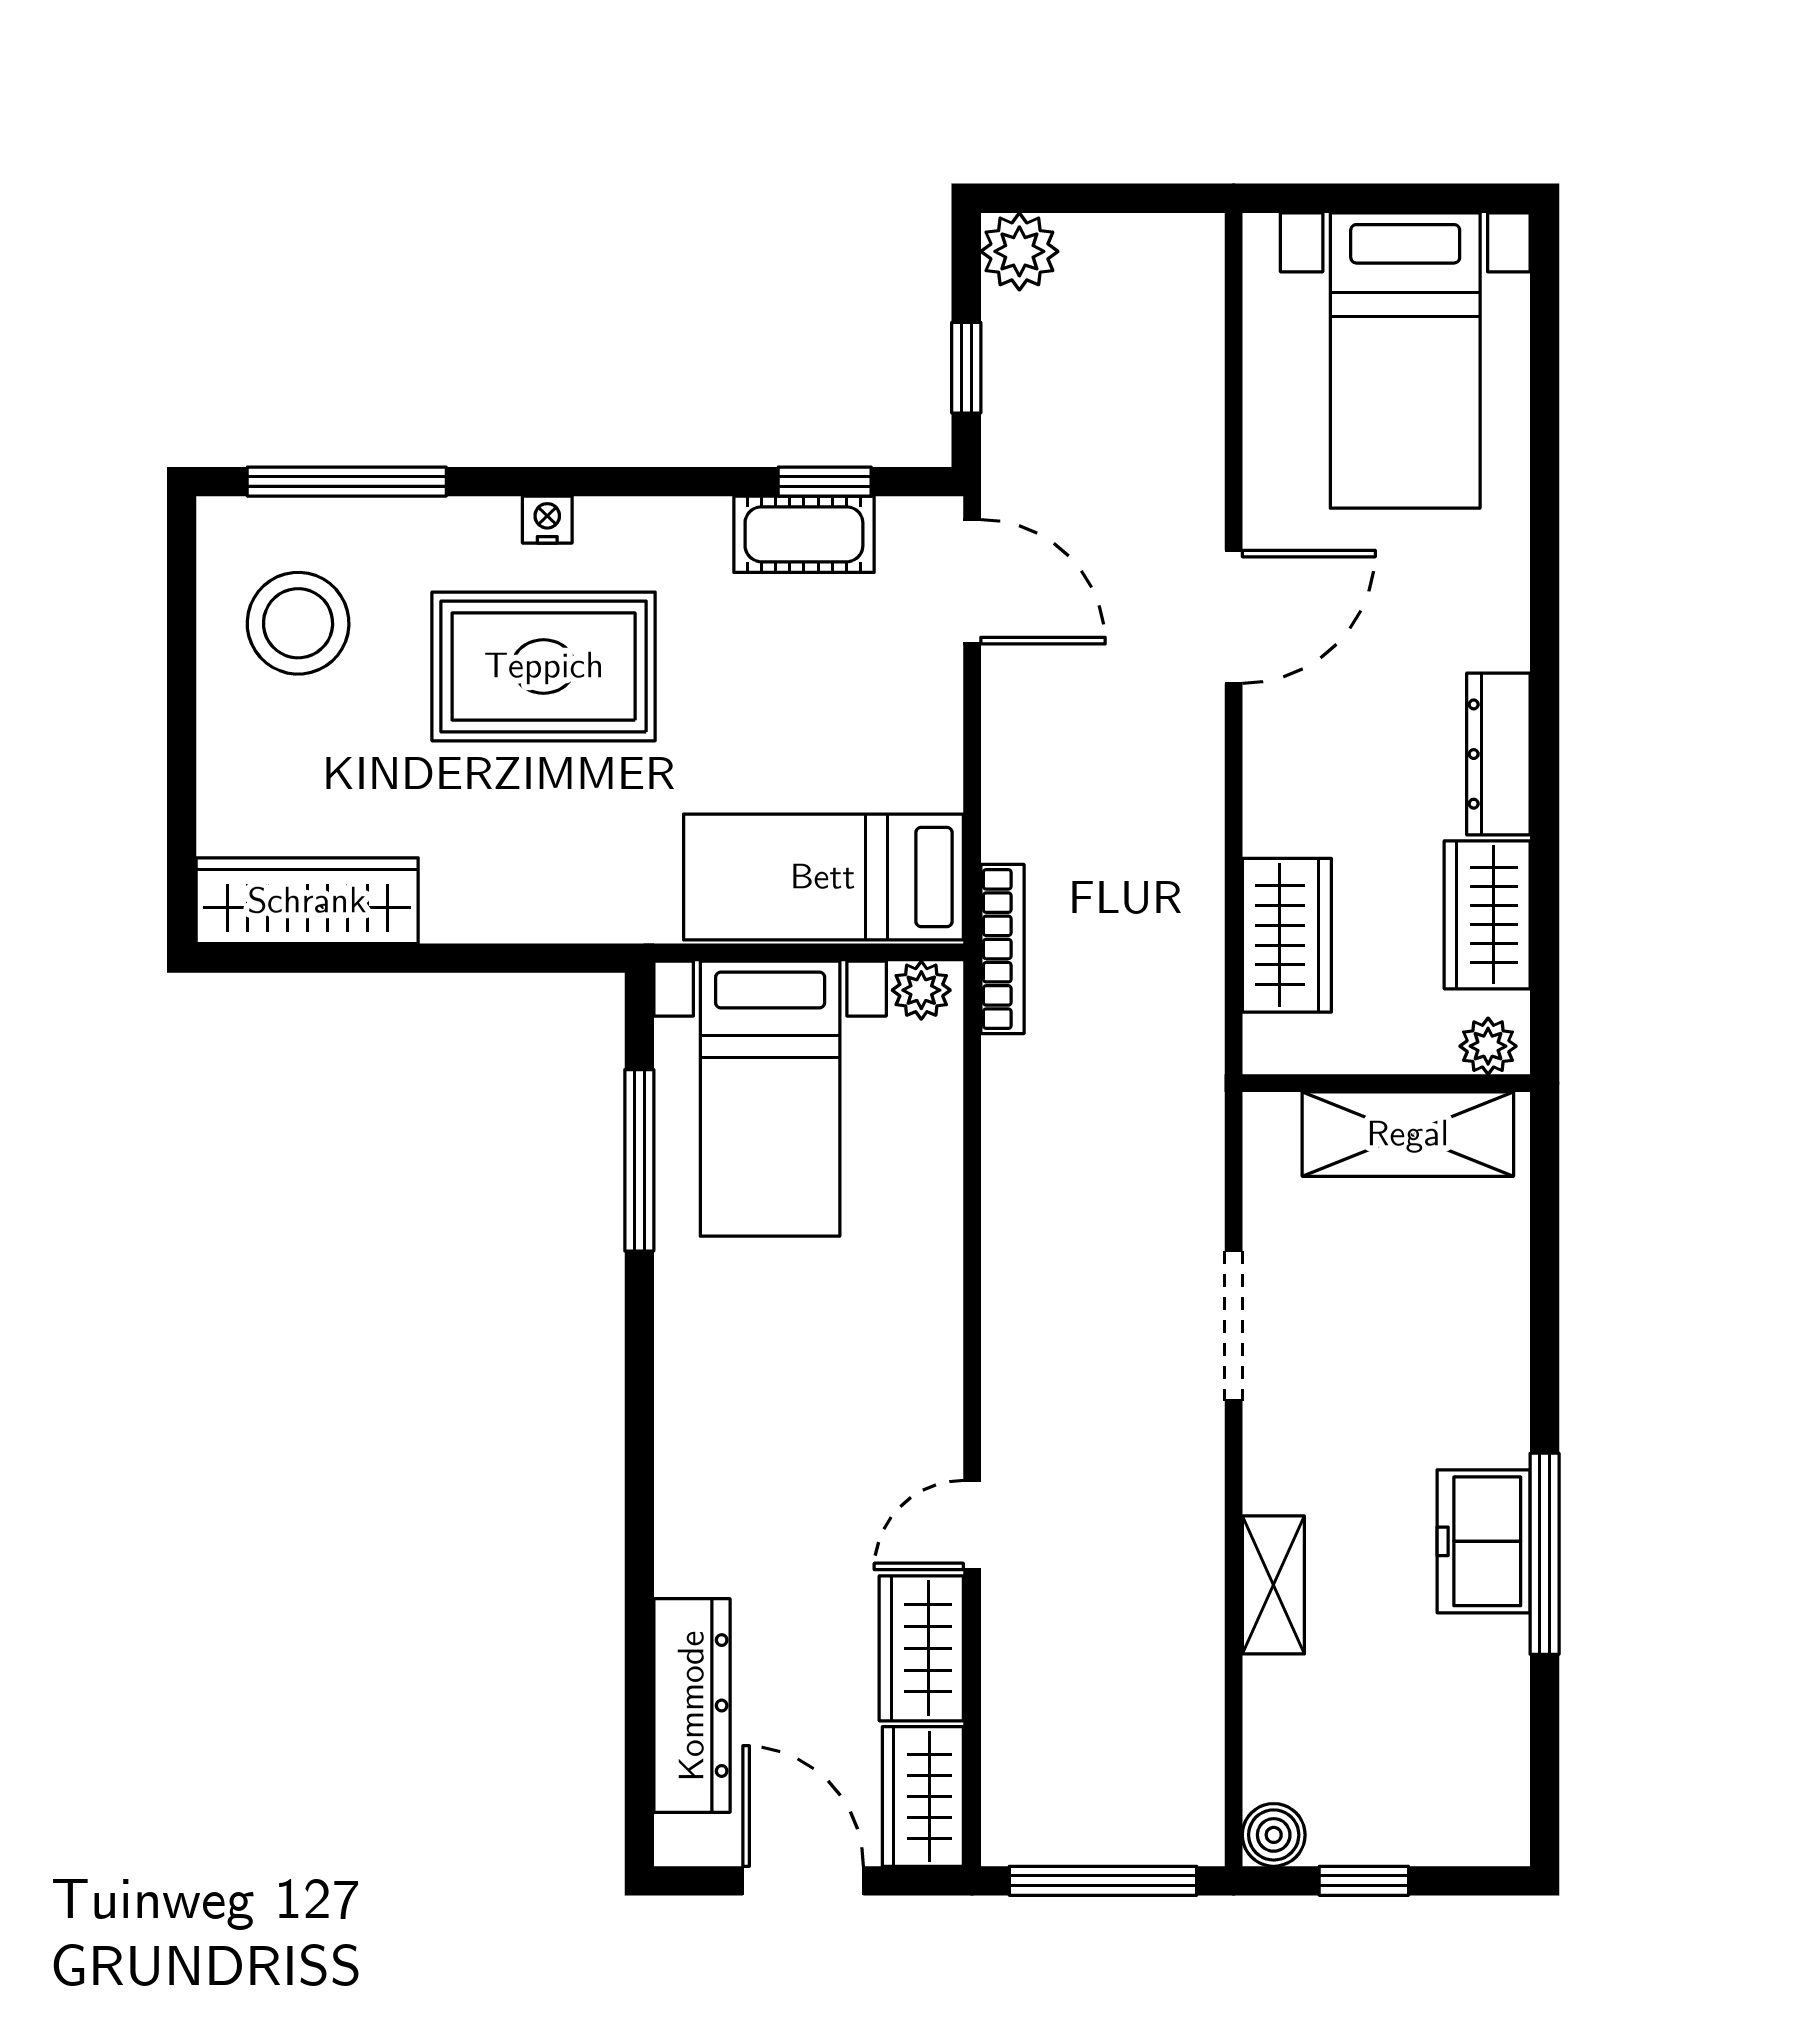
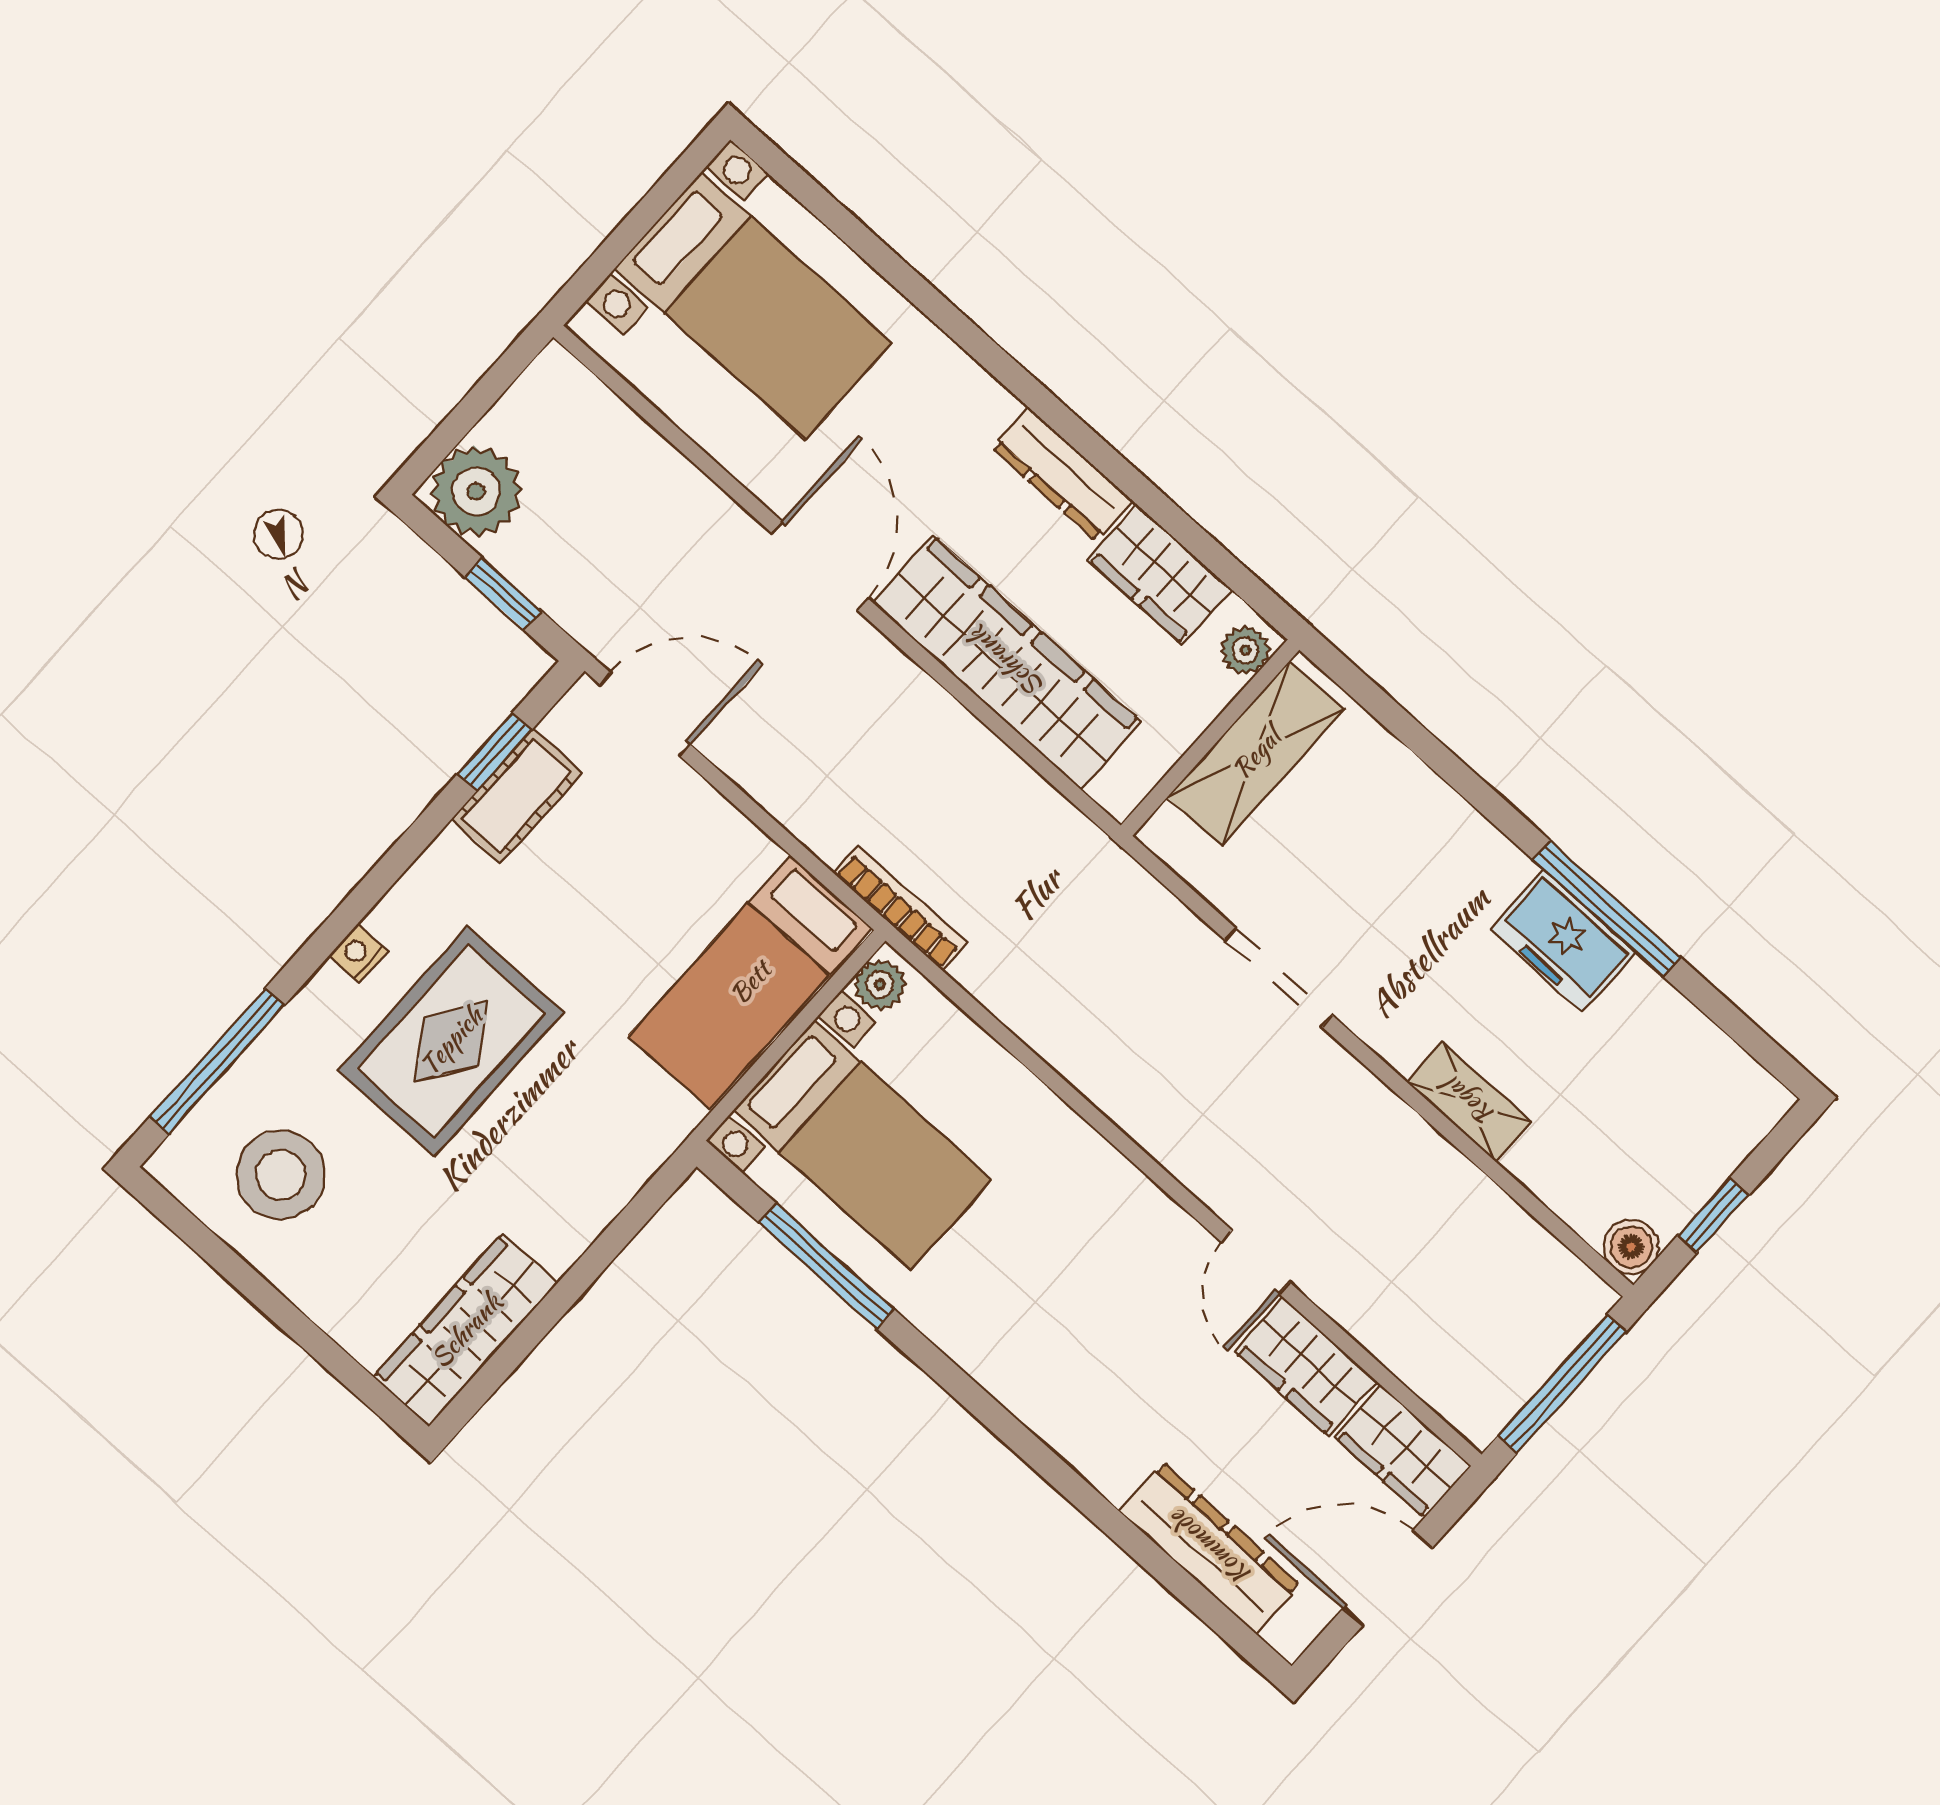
plant: (1019, 251) -> (476, 491), width x1.36, depth x1.36
wardrobe: (1287, 935) -> (1006, 662), width x2.10, depth x1.17

